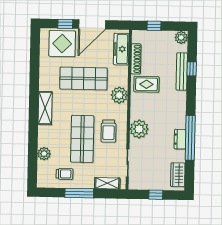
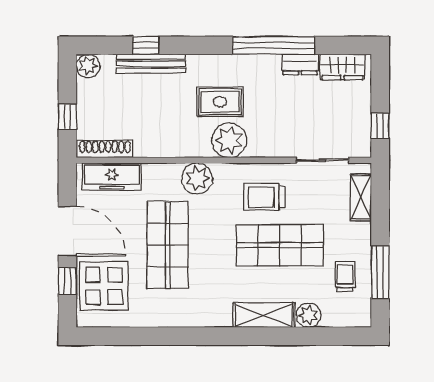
shoe rack: (136, 59) -> (105, 149), moved
rug: (146, 84) -> (220, 102), moved, turned 90
shelving: (45, 108) -> (264, 315), moved
plant: (139, 129) -> (229, 140), moved
trolley: (109, 131) -> (264, 197), turned 180
dresser: (180, 139) -> (300, 64), moved
window: (79, 193) -> (380, 272), moved
window: (156, 195) -> (380, 126), moved

